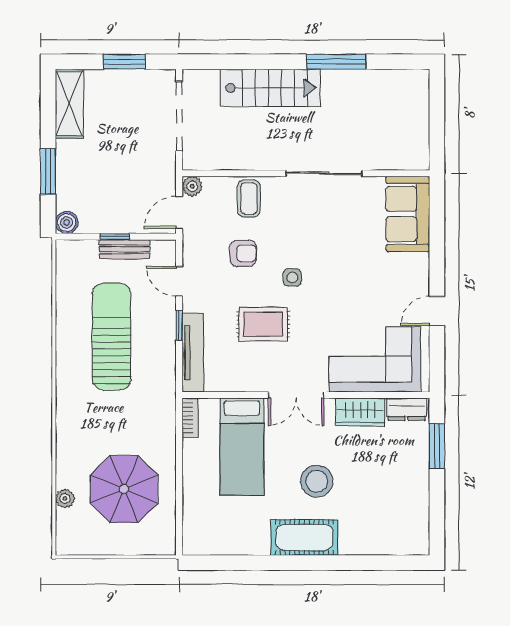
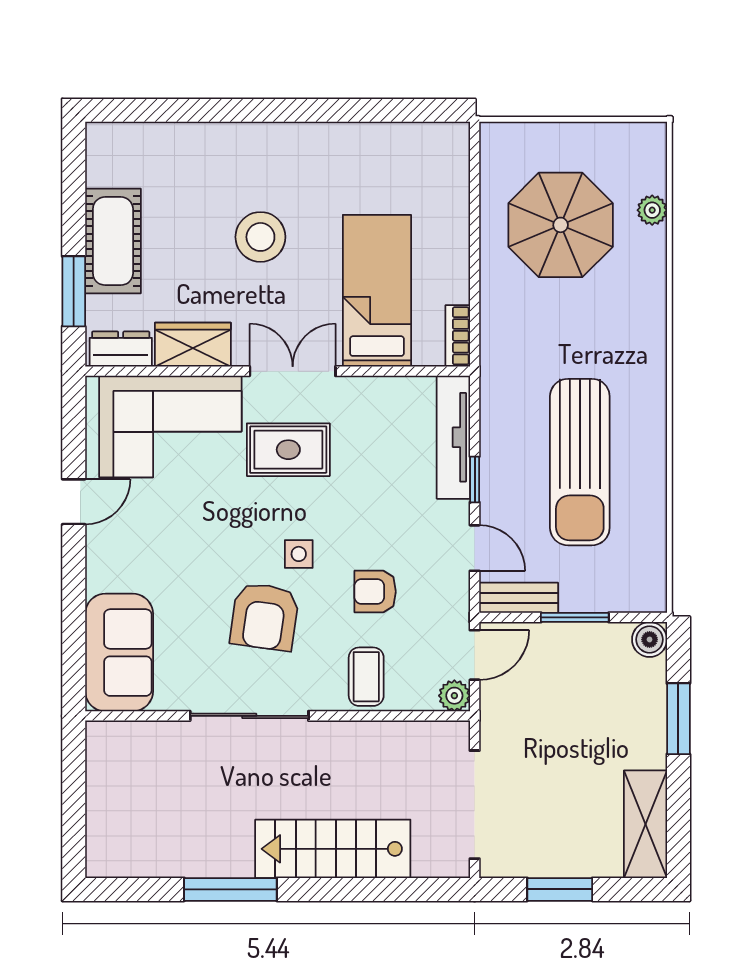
window: (115, 237) -> (575, 617), width x1.50
armchair: (314, 237) -> (265, 617), added
bench: (125, 249) -> (519, 598), moved
rug: (263, 324) -> (288, 450), moved
cot: (304, 537) -> (113, 241), moved, turned 90

